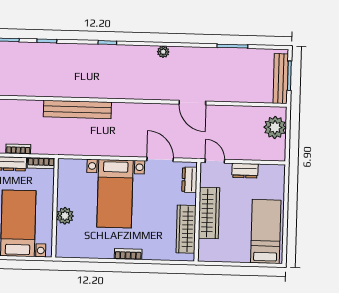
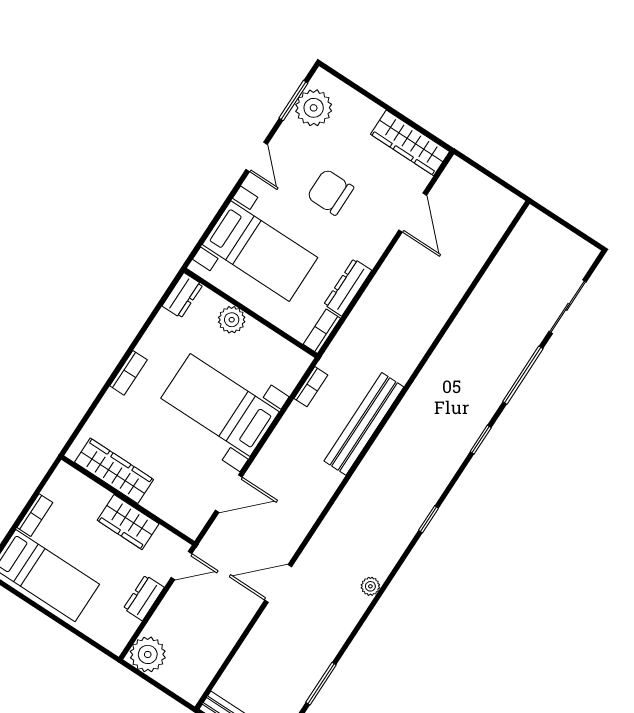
plant: (275, 127) -> (148, 654), moved
bookcase: (18, 149) -> (311, 387), moved
dresser: (189, 180) -> (182, 295), moved, turned 90
wardrobe: (209, 213) -> (128, 522), width x0.67
bookcase: (236, 257) -> (35, 515), added

